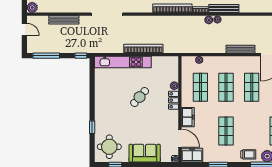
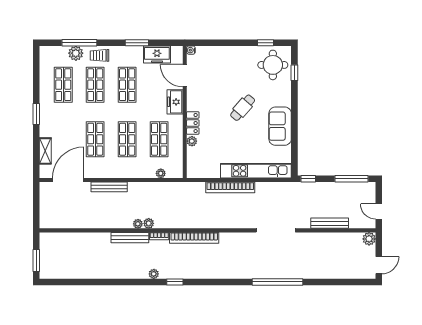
cafe table: (140, 97) -> (243, 108), moved
window: (92, 127) -> (294, 73), moved
shop shelf: (252, 131) -> (95, 85), added
sofa: (145, 153) -> (280, 126), moved, turned 90
freezer: (192, 155) -> (157, 55), moved

